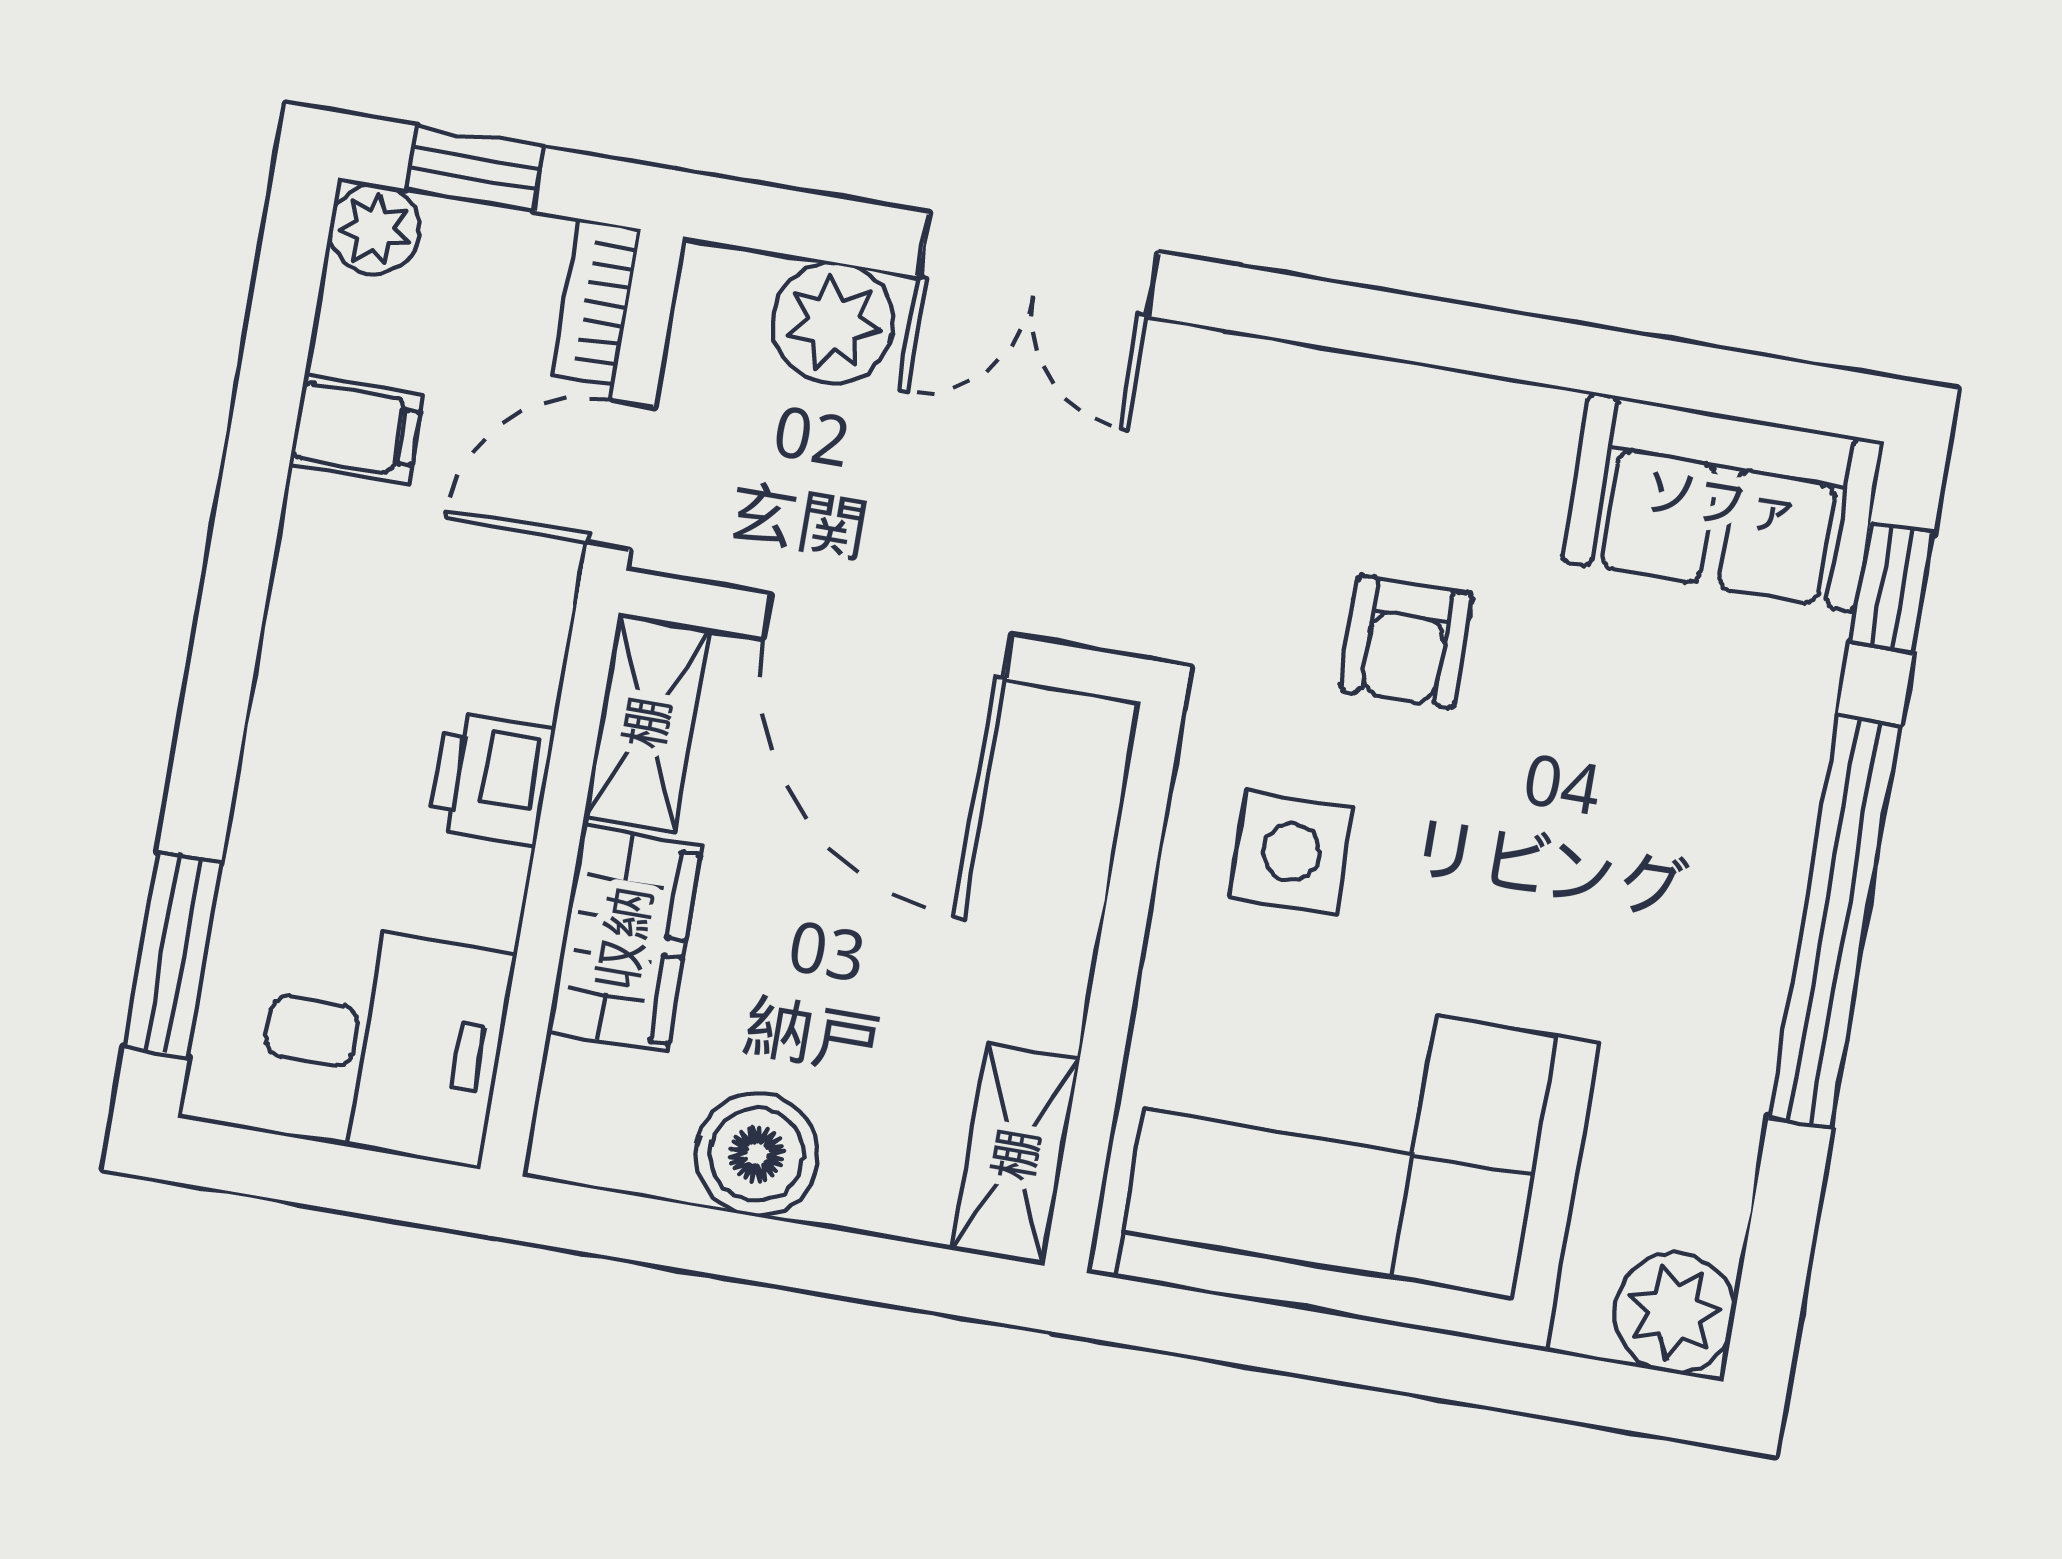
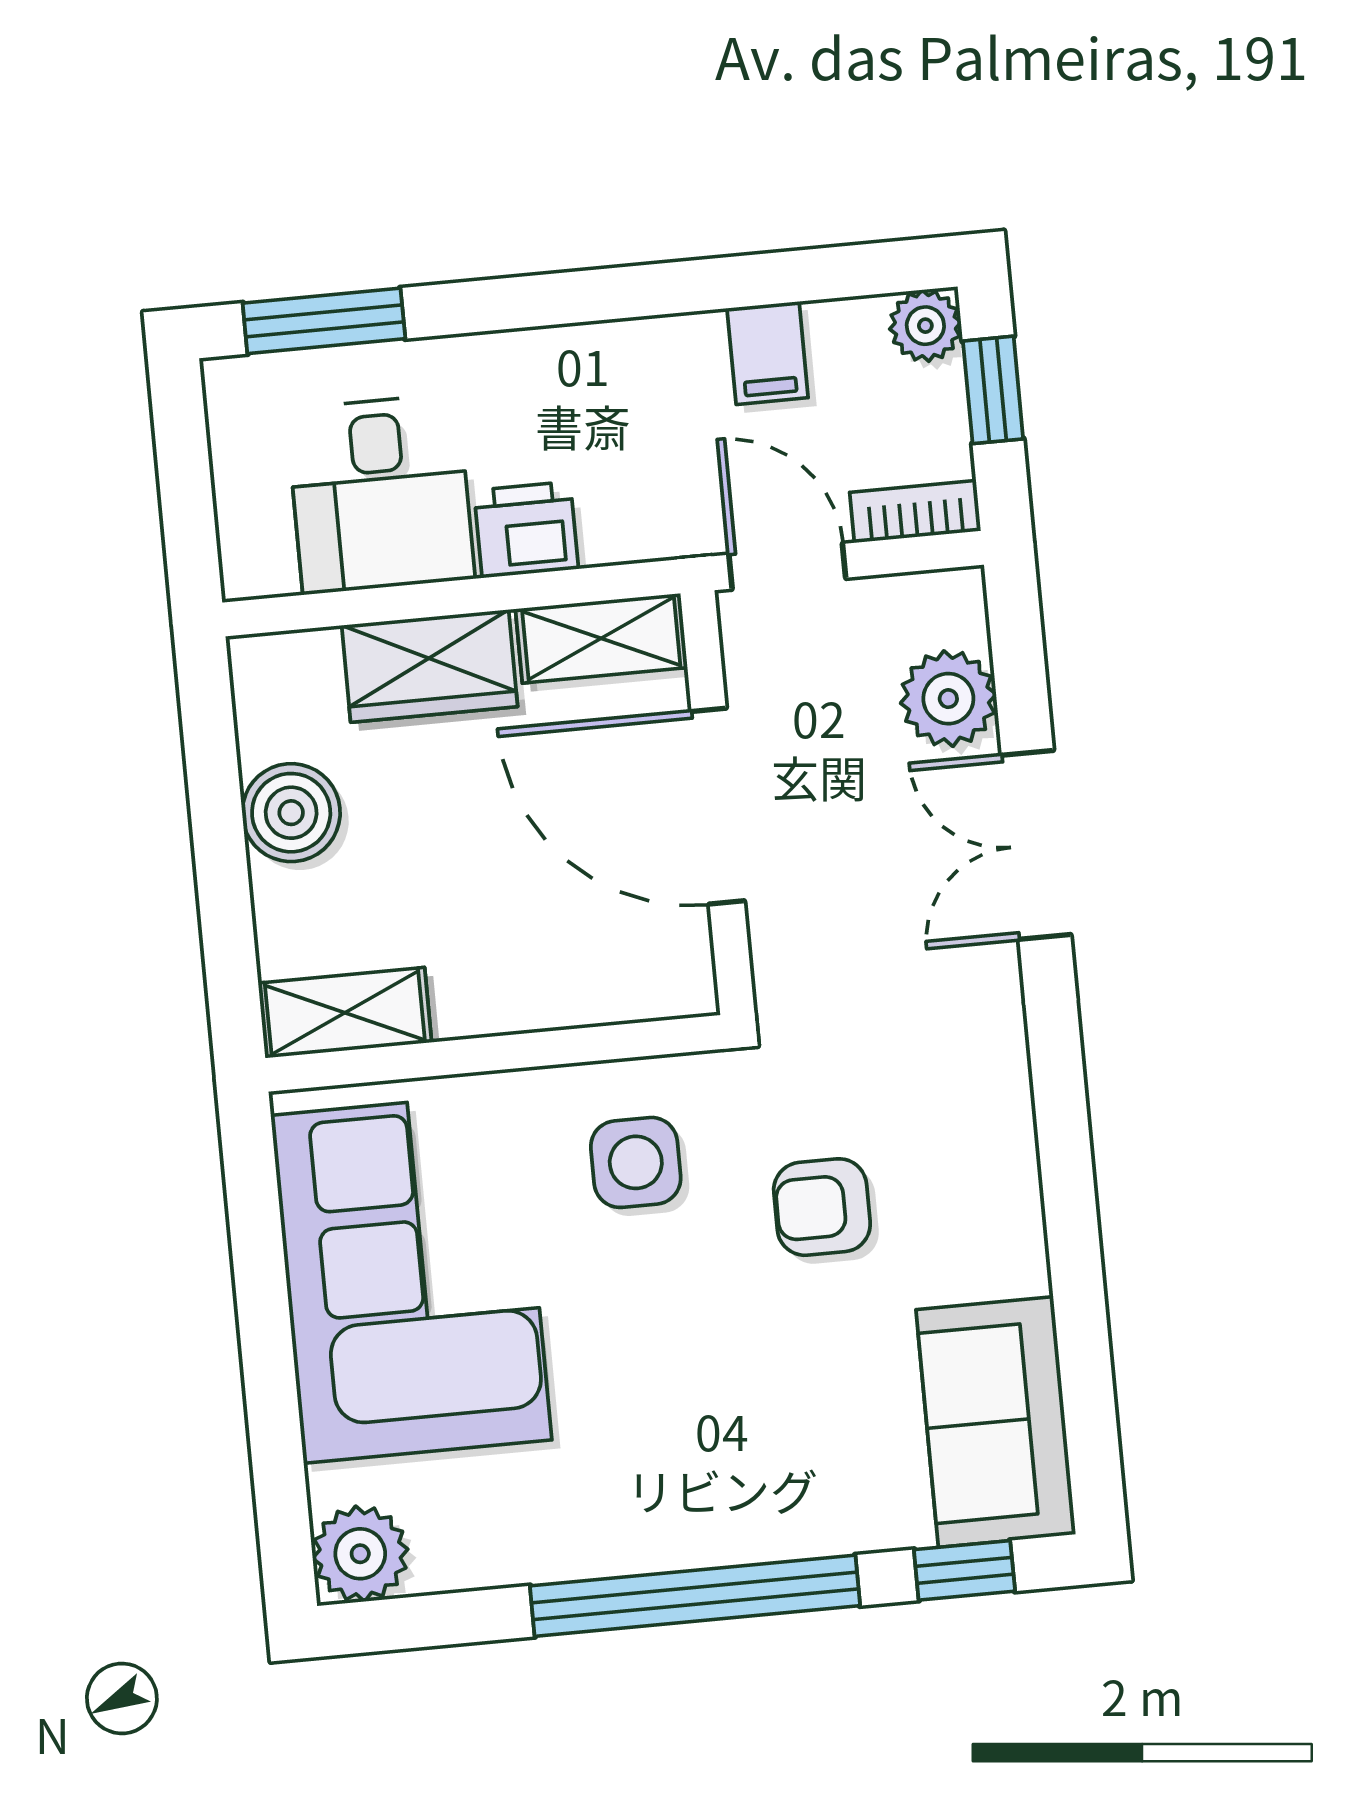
door: (888, 637) -> (718, 806), hinge flipped
desk: (383, 1043) -> (380, 494), moved

